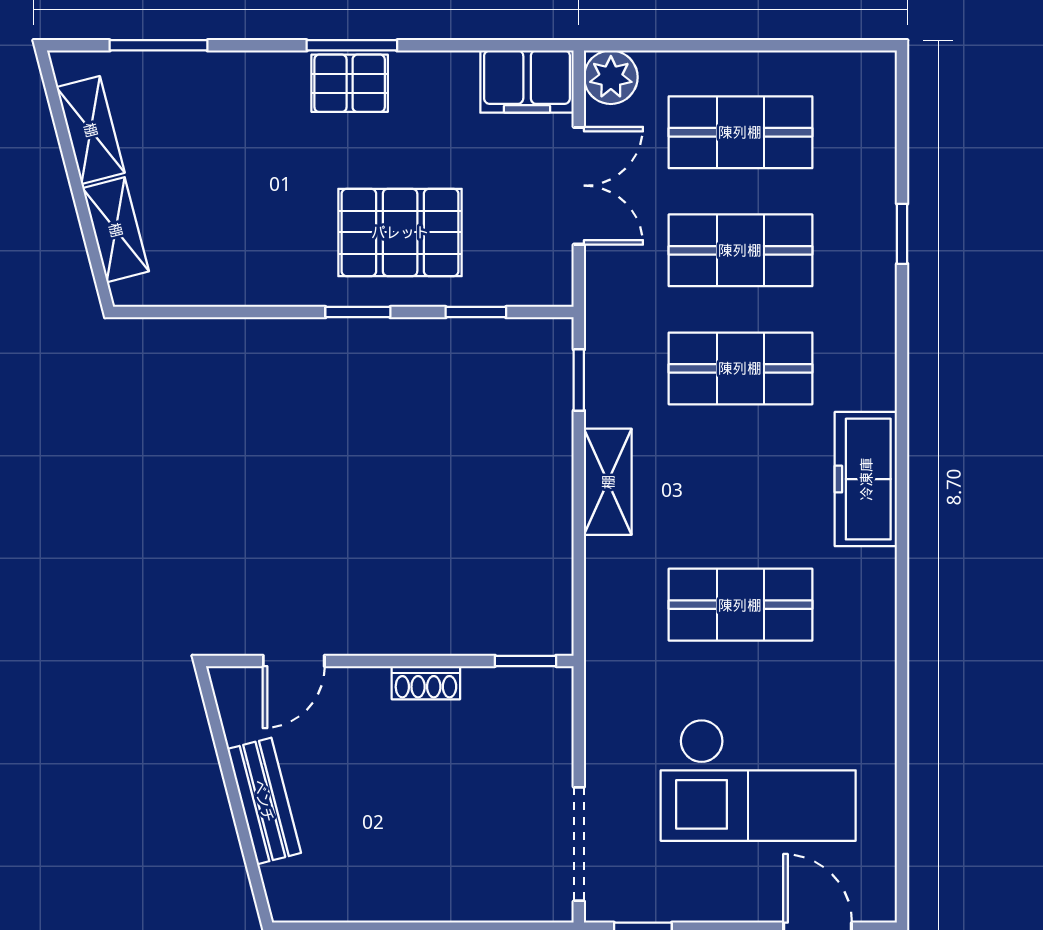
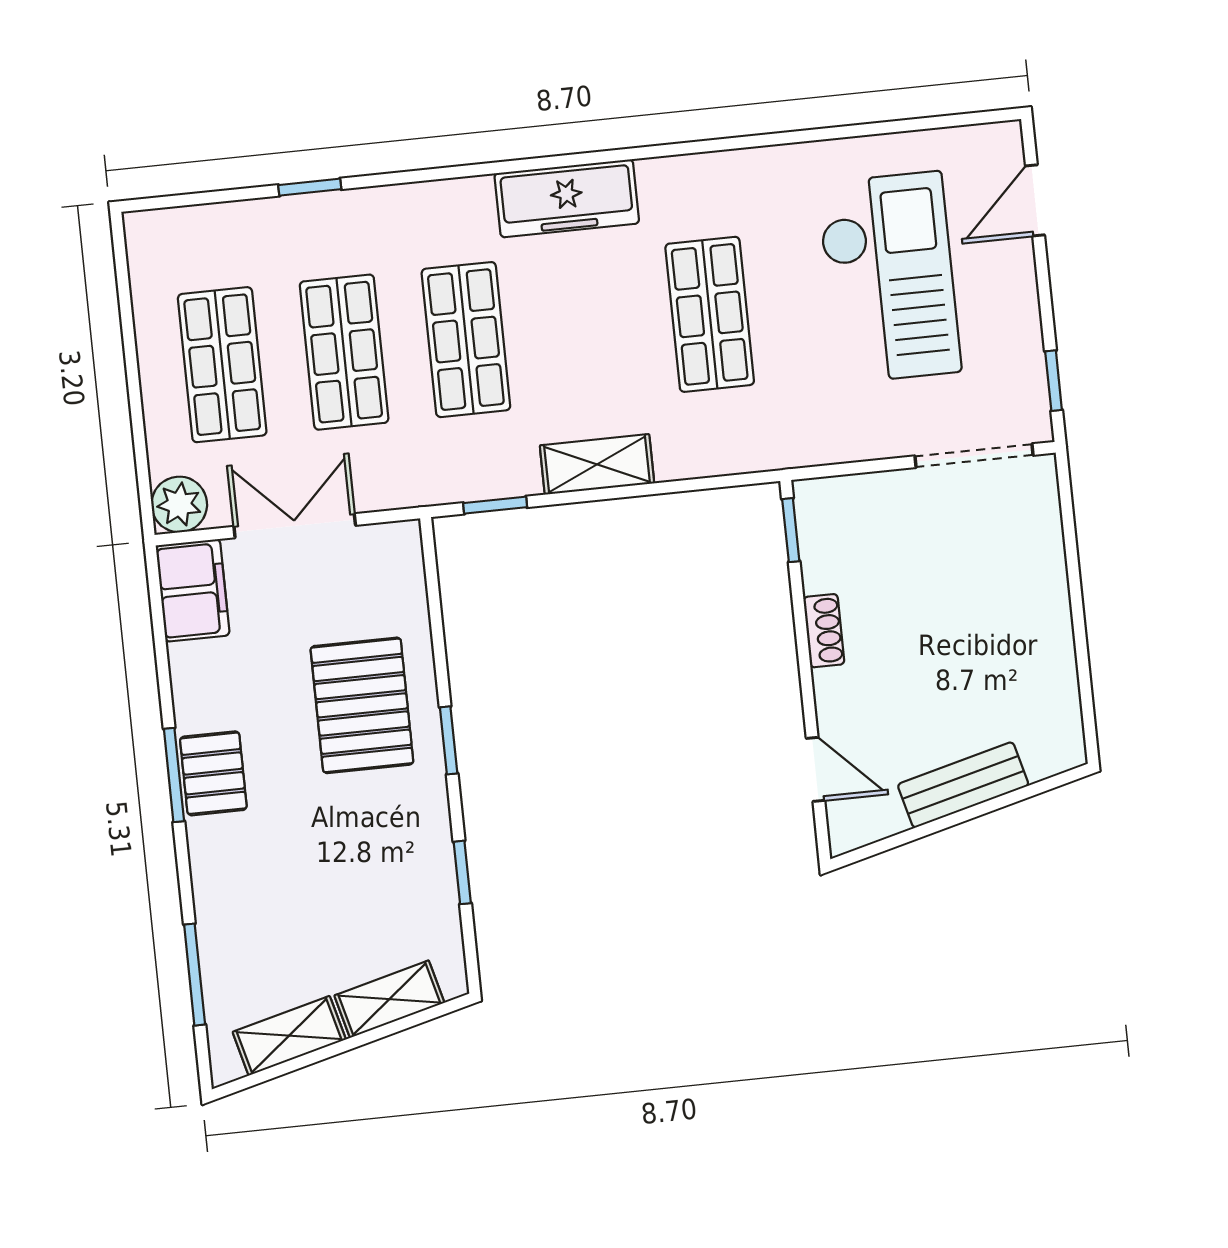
window: (476, 312) -> (462, 872), moved

